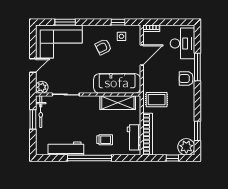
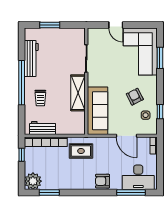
window: (197, 67) -> (131, 193), moved
armchair: (186, 79) -> (103, 181), turned -90
plant: (42, 87) -> (94, 34), removed
rug: (157, 100) -> (81, 151), turned 90
shelving: (118, 103) -> (78, 93), moved
bicycle: (41, 112) -> (69, 33), removed
window: (33, 119) -> (50, 25), moved
window: (172, 158) -> (22, 155), moved

